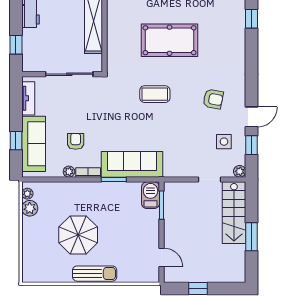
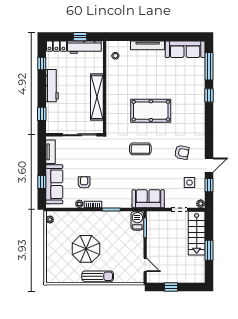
sofa: (132, 164) -> (148, 199), moved, width x0.73
plant: (30, 208) -> (52, 230), removed

